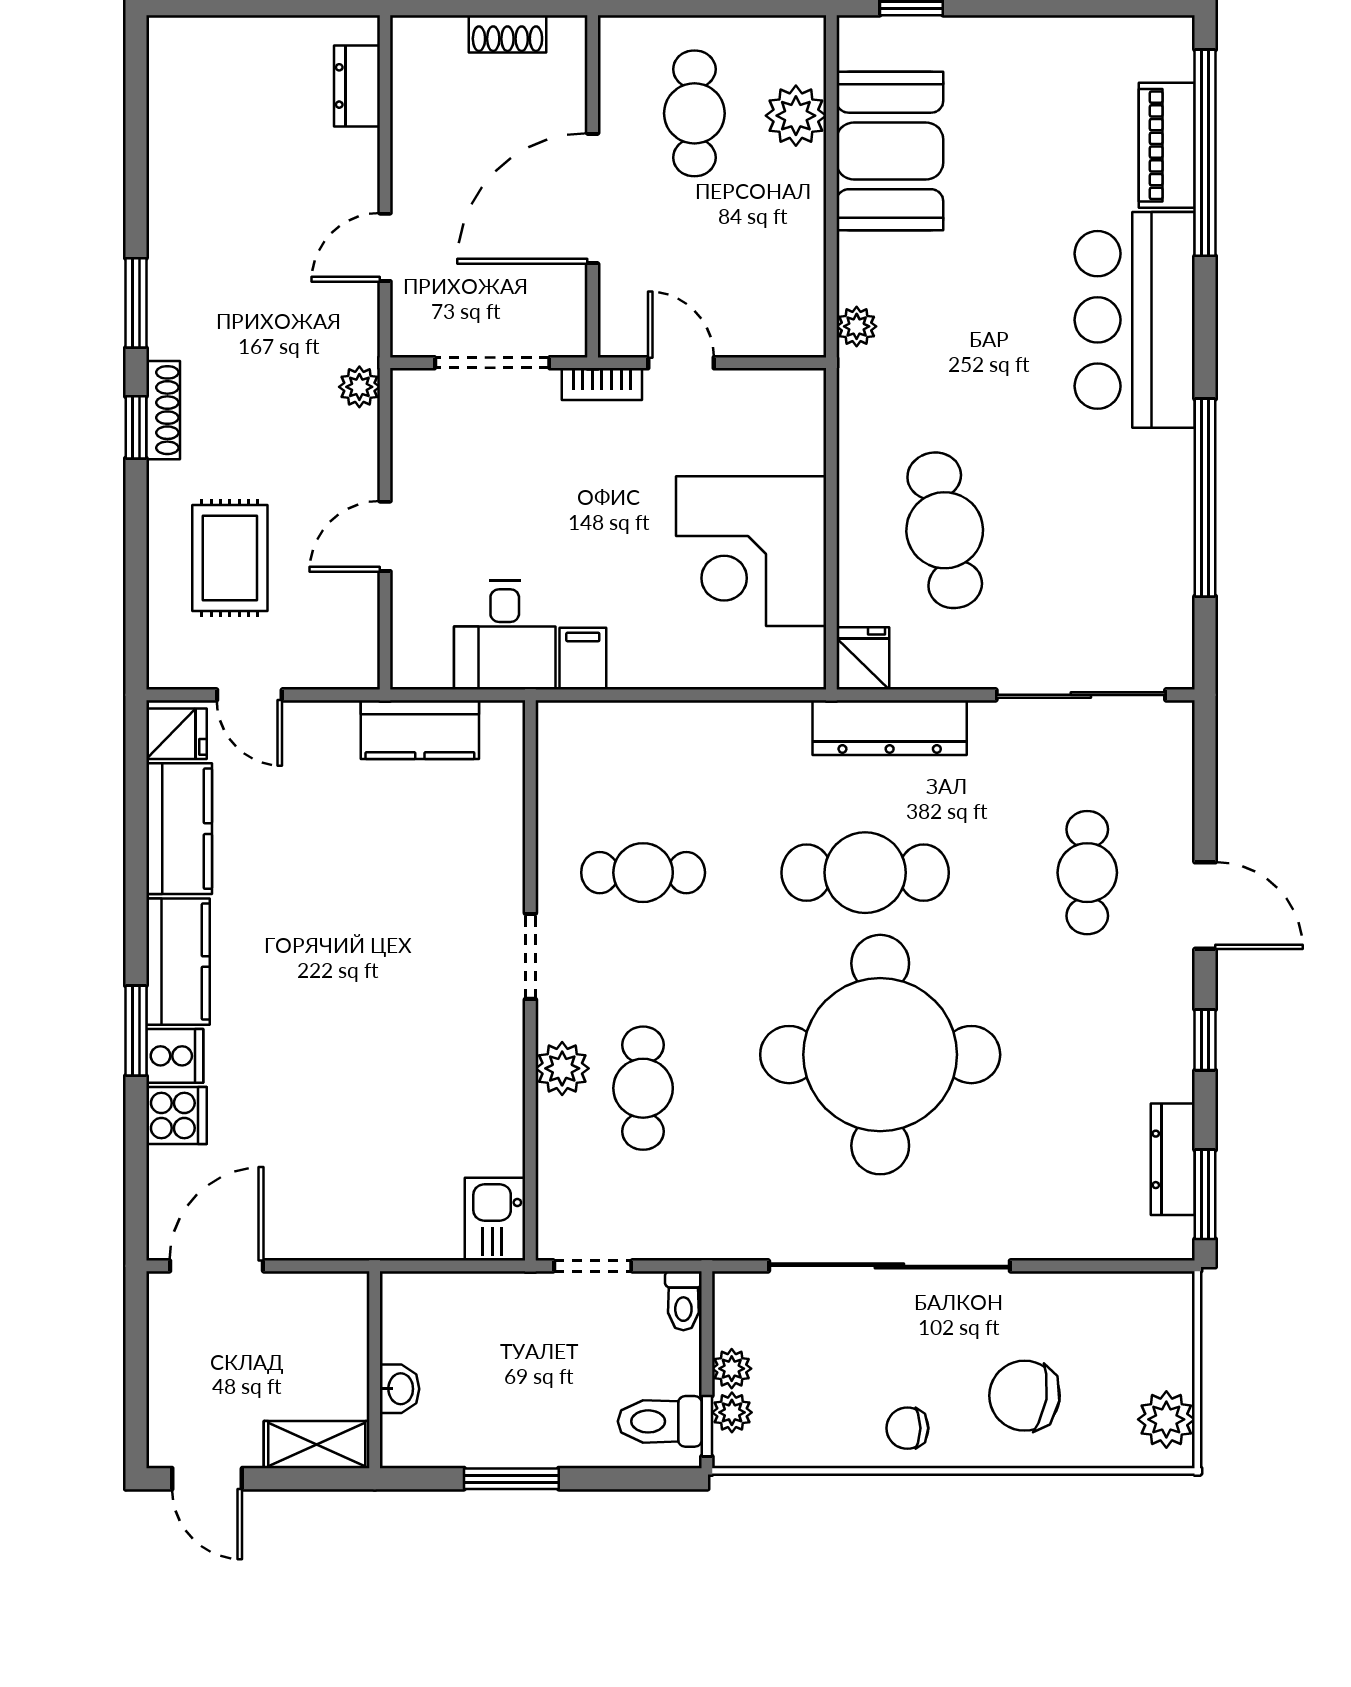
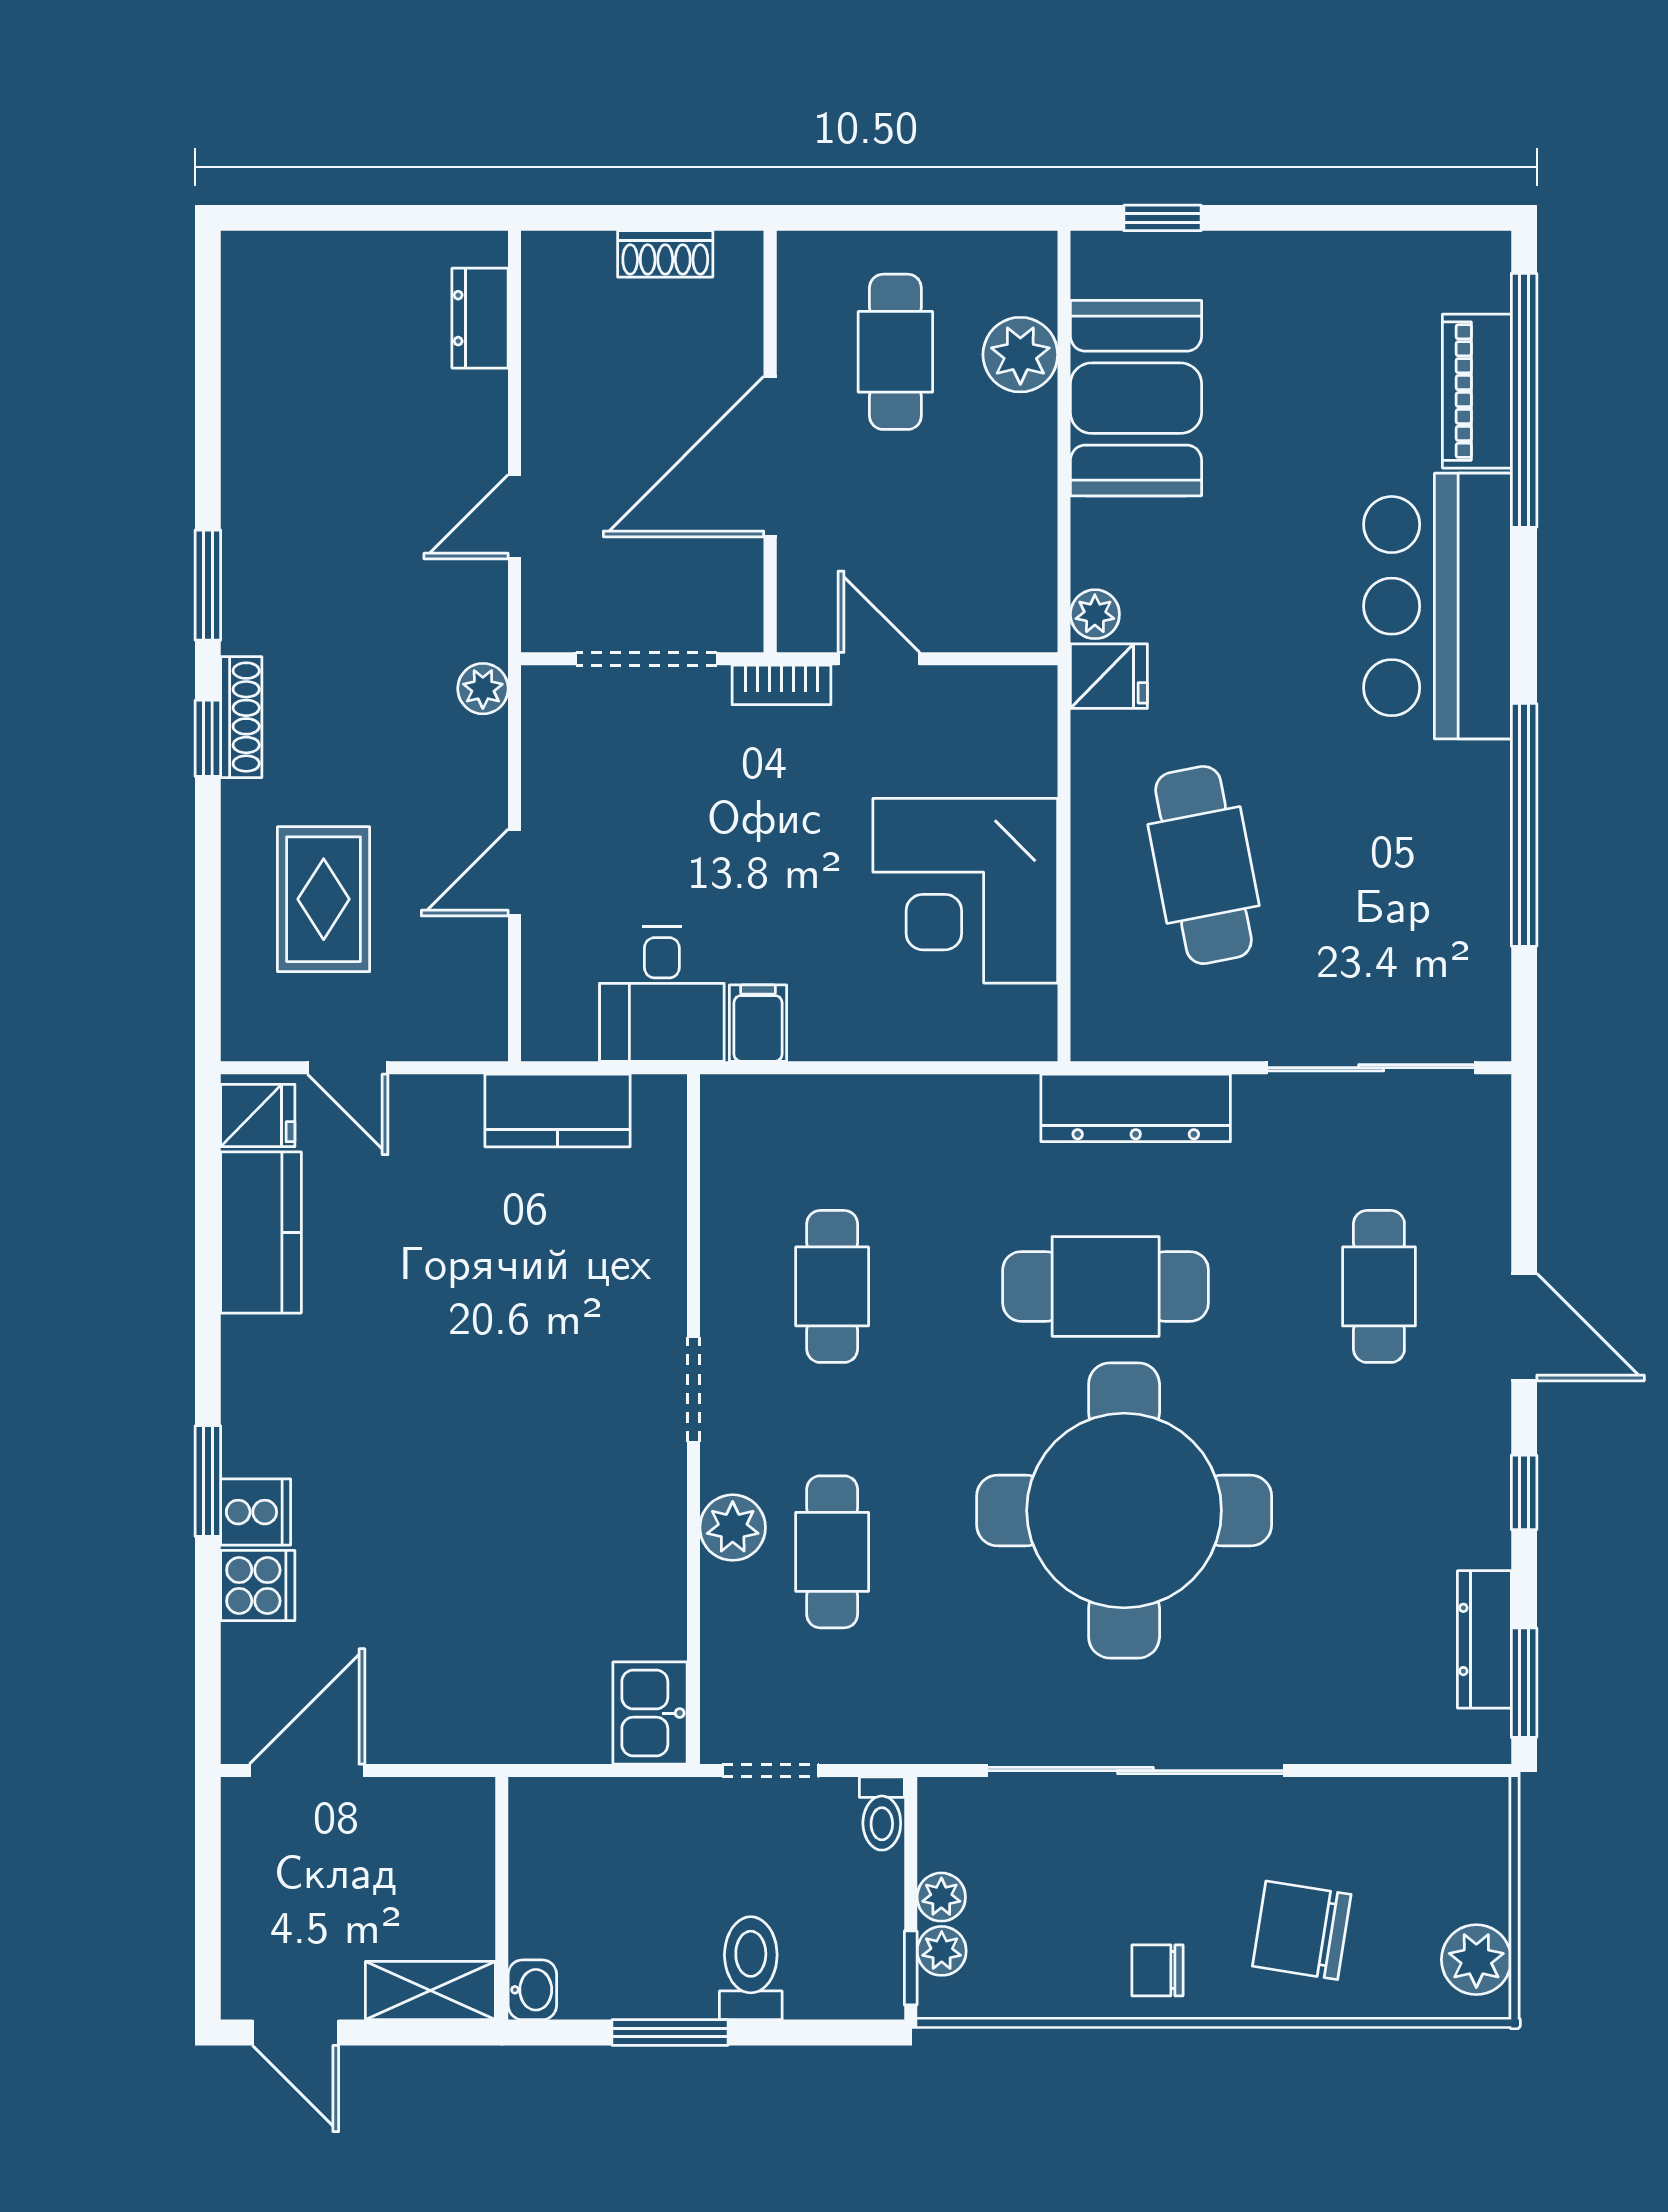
fridge: (863, 658) -> (1109, 676), moved, turned 90
cafe table: (643, 873) -> (832, 1286), turned 90
kitchen counter: (178, 962) -> (260, 1396), removed
washbasin: (400, 1389) -> (532, 1990), moved
toilet: (660, 1421) -> (751, 1968), moved, turned 90

